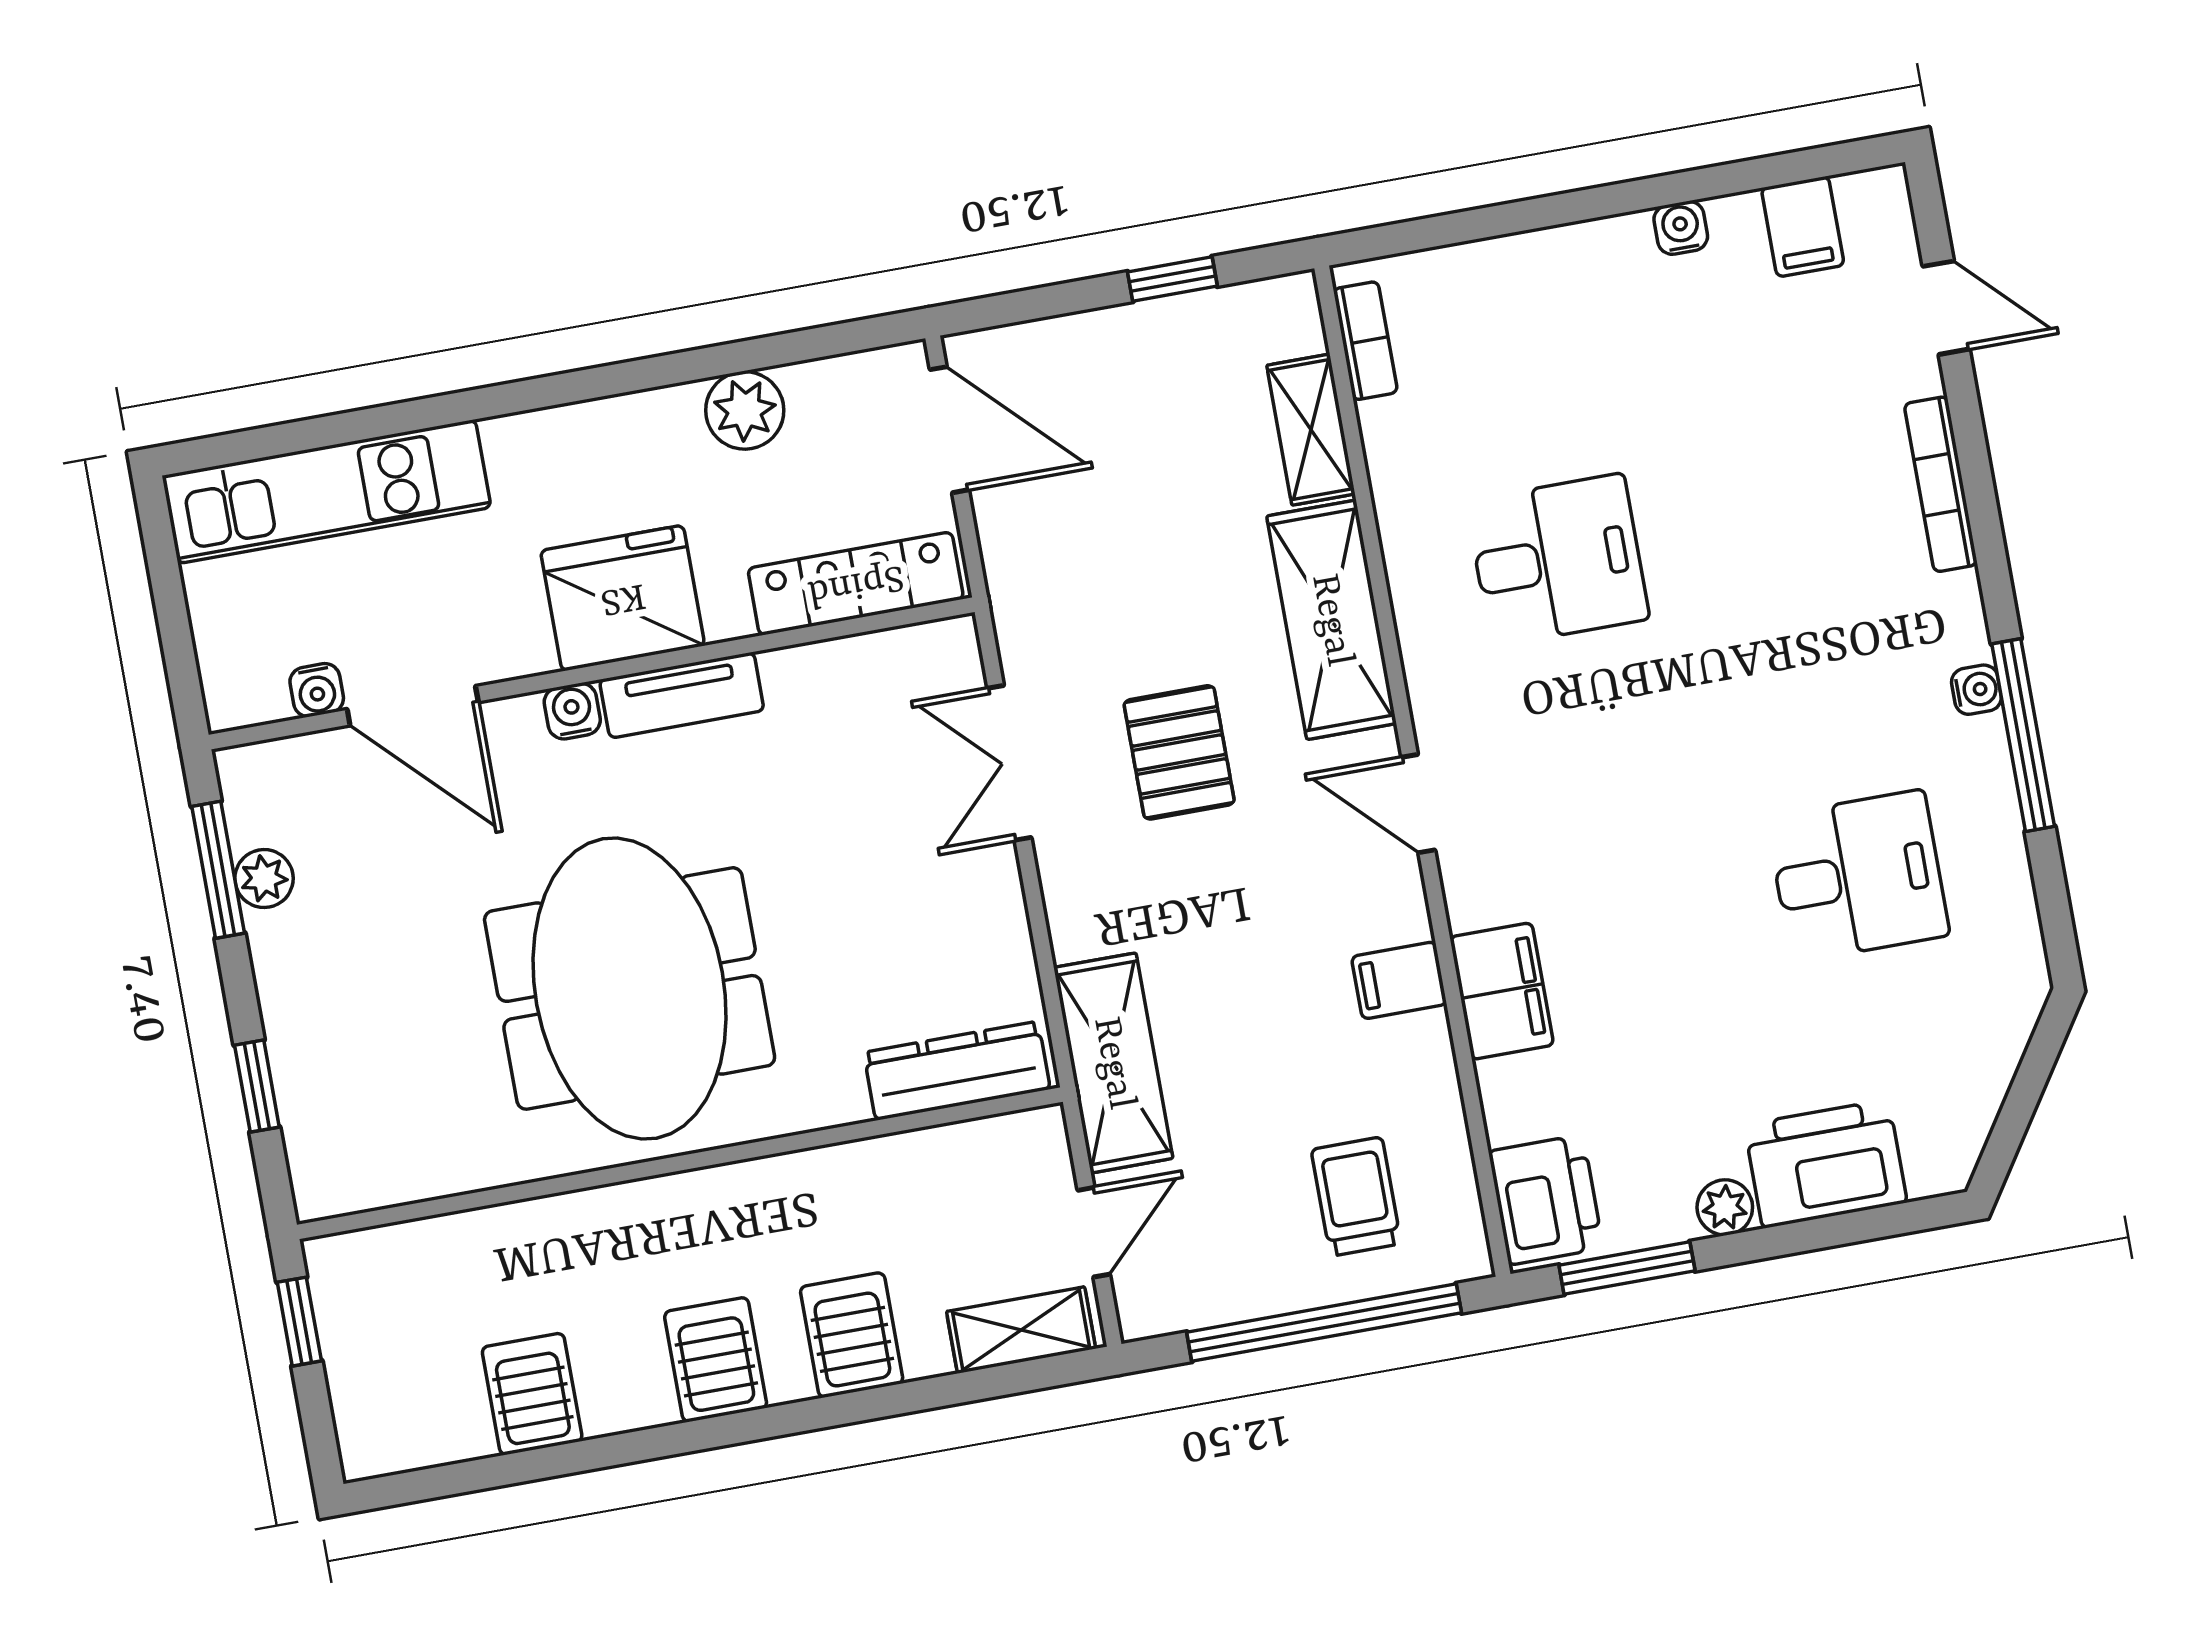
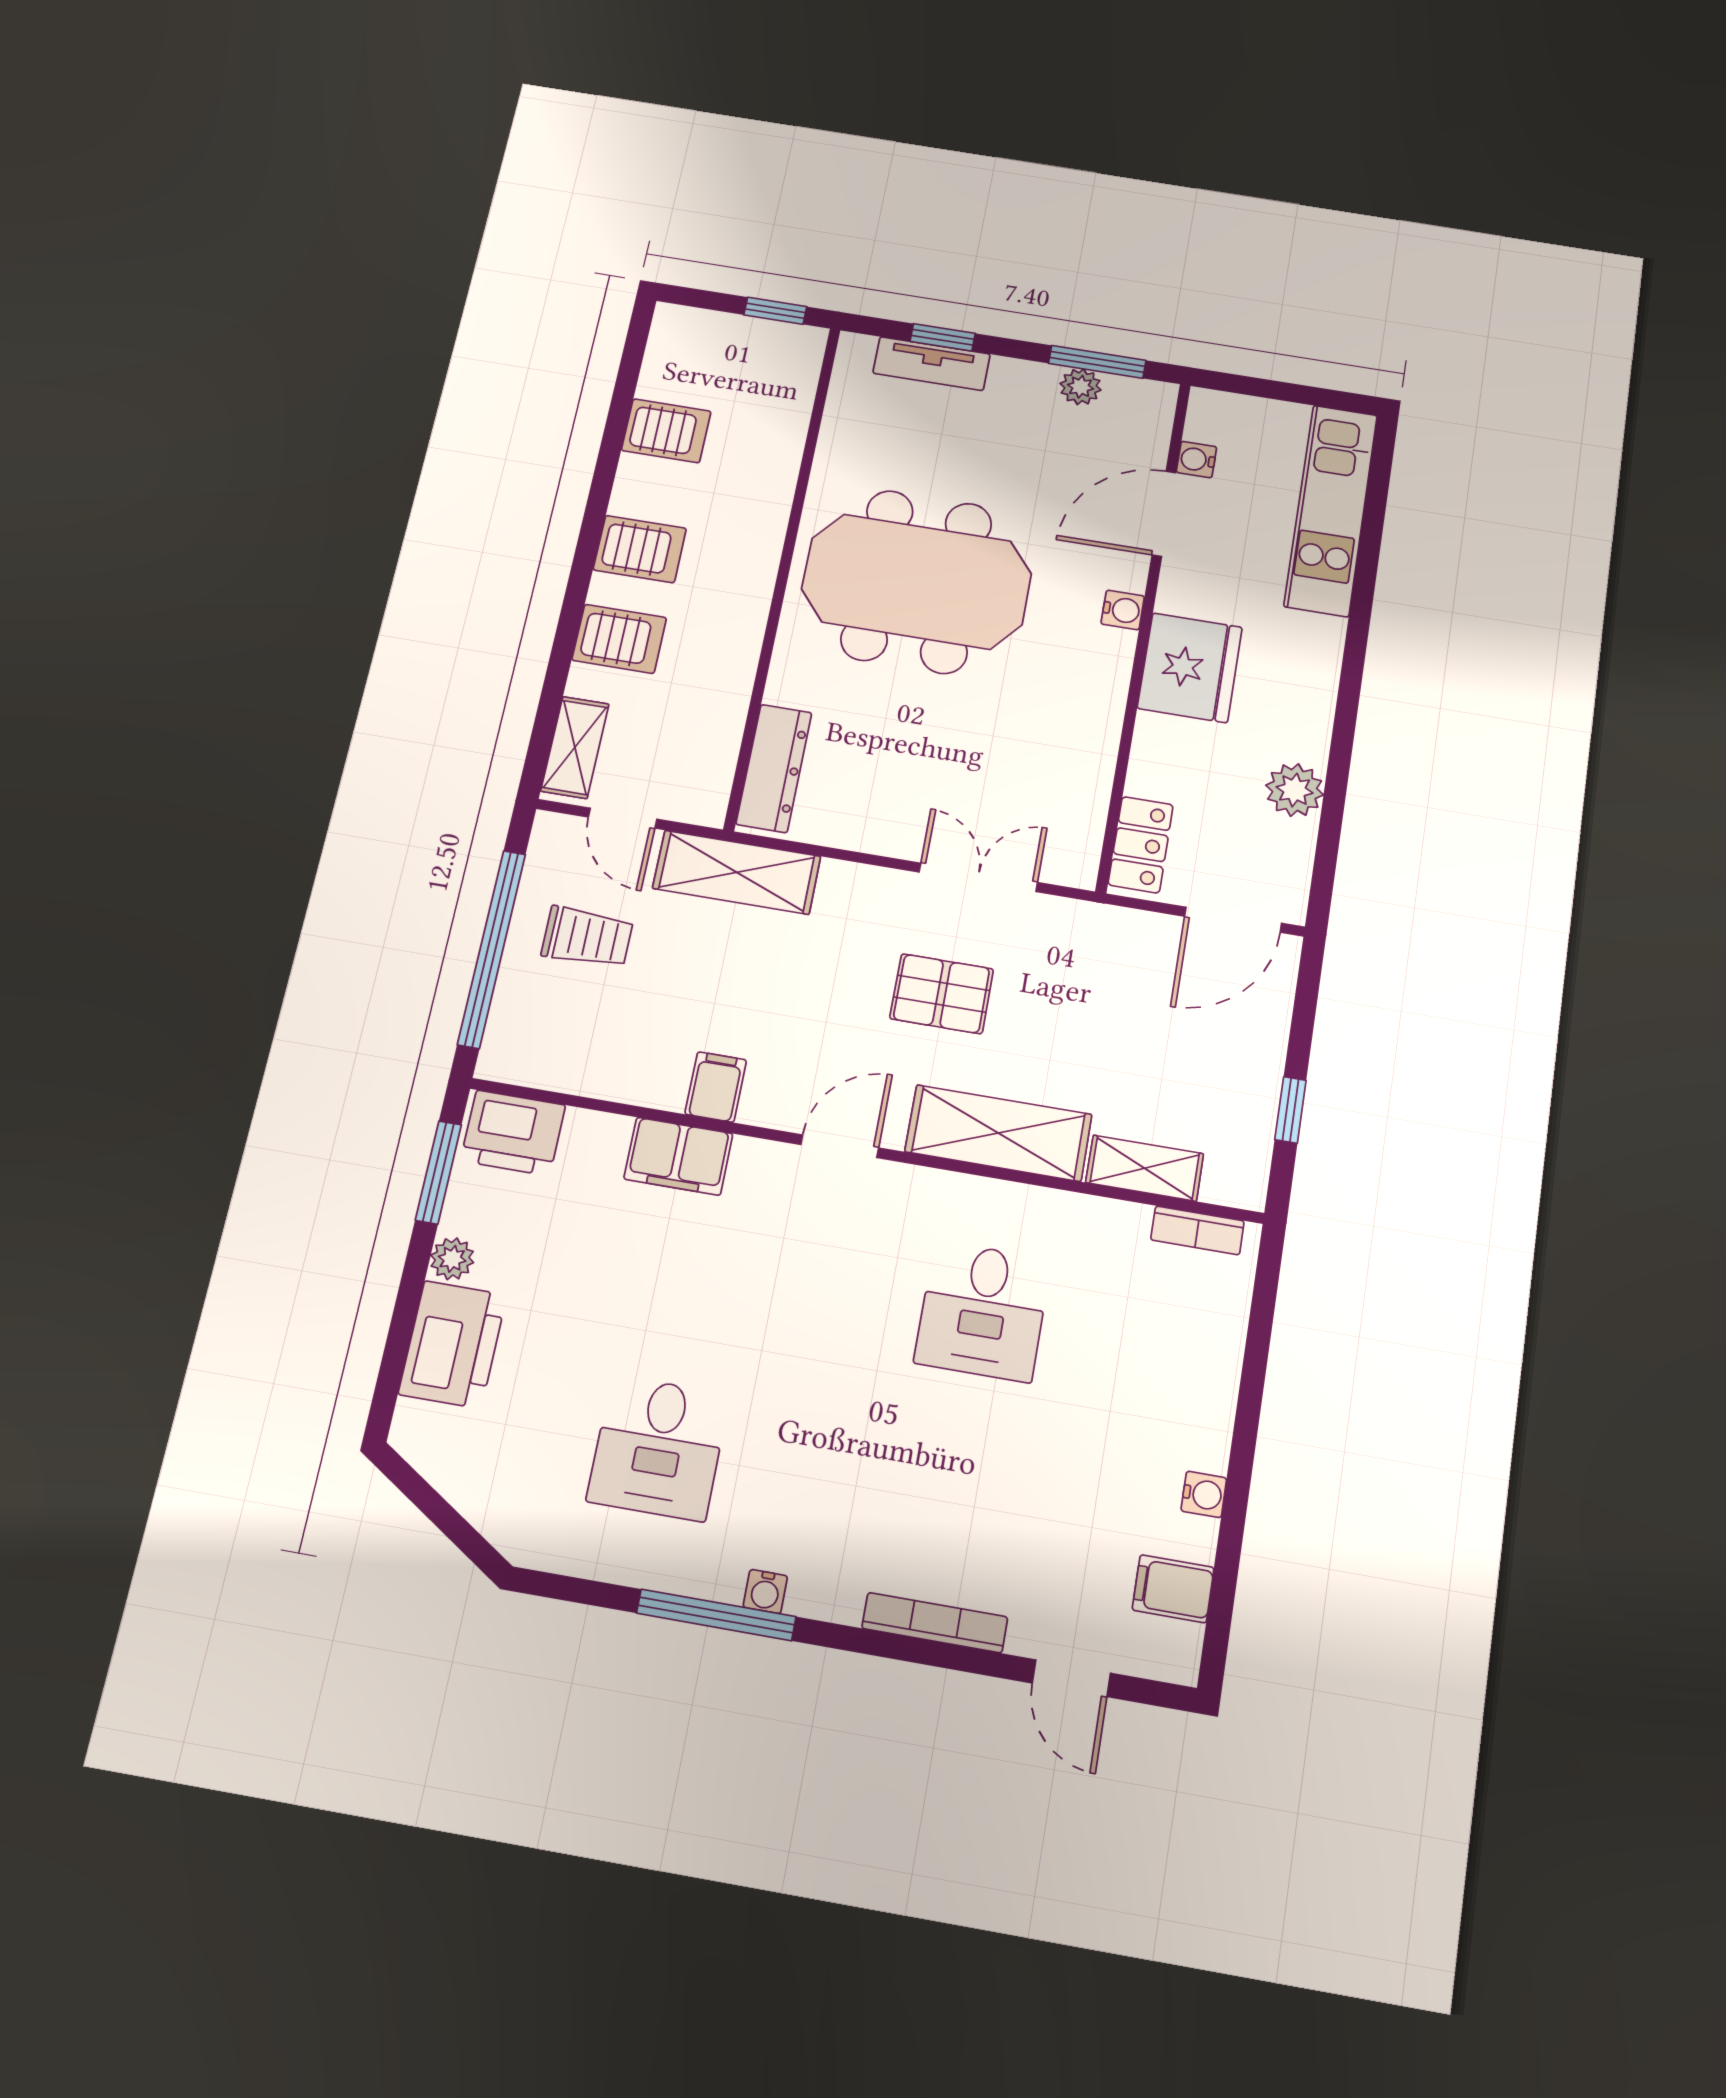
door: (1946, 308) -> (1071, 1678), hinge flipped
locker: (856, 584) -> (1141, 845), width x0.66
tv unit: (682, 695) -> (931, 364), moved, turned -90
trolley: (1356, 1197) -> (587, 937), moved

